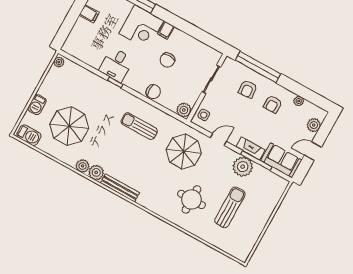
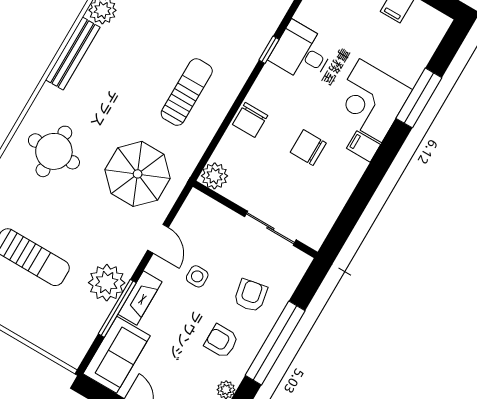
window: (258, 67) -> (275, 343), moved
armchair: (248, 89) -> (251, 296), turned 83
side table: (204, 115) -> (197, 276), moved
round table: (191, 199) -> (54, 151), moved

